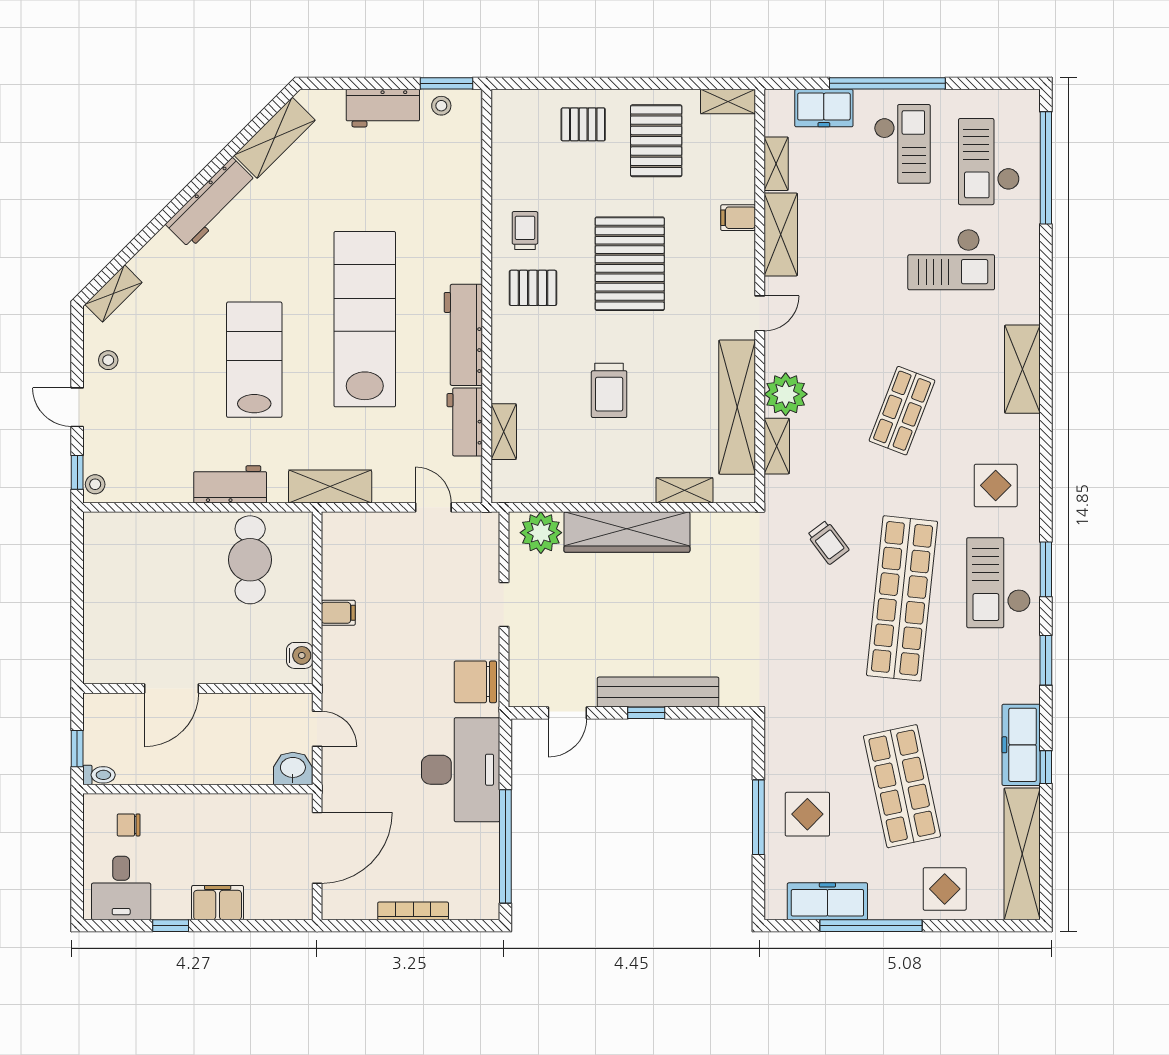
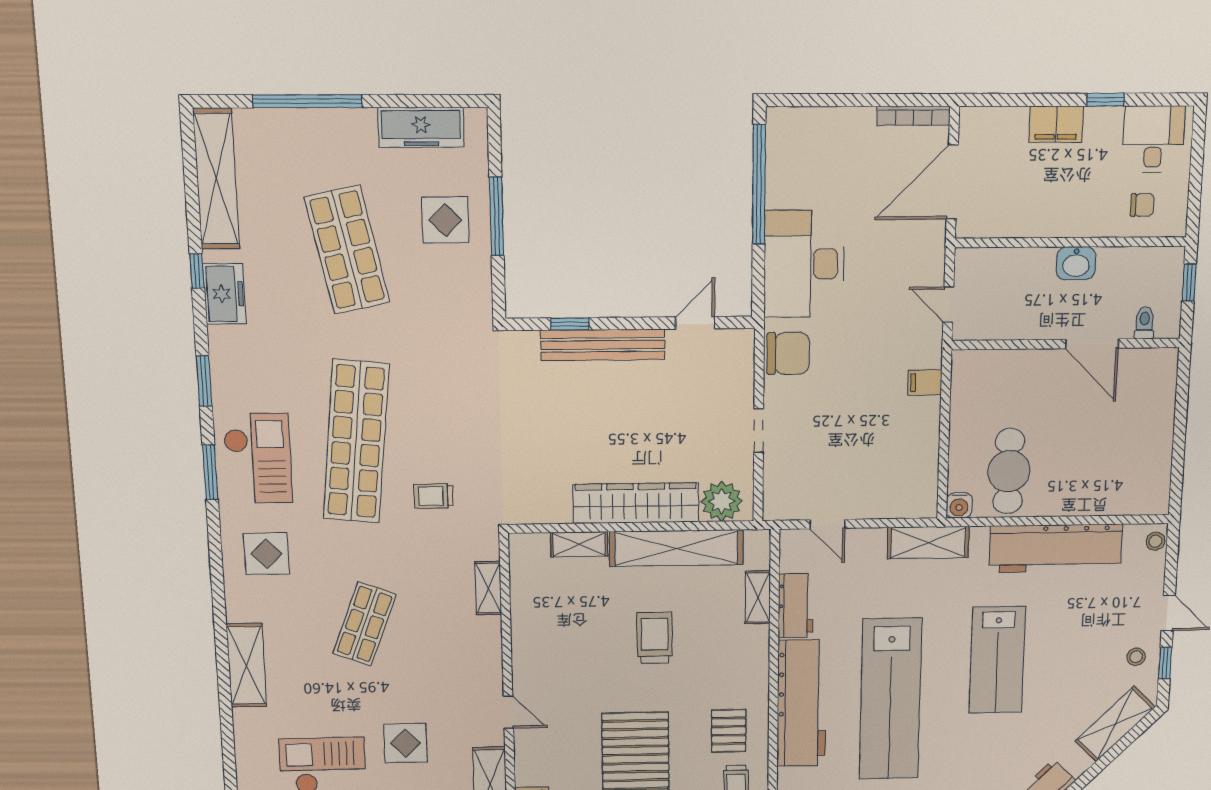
pallet: (533, 288) -> (729, 731), turned 90
shelving: (114, 293) -> (1115, 724), width x1.50, depth x1.33
door: (760, 313) -> (508, 712), swing flipped
workbench: (463, 335) -> (802, 703), width x1.36, depth x1.32
plant: (786, 394) -> (481, 637), removed
shelving: (737, 407) -> (676, 548), moved, turned 90
window: (77, 472) -> (1165, 663), moved
workbench: (230, 484) -> (1056, 548), width x1.88, depth x1.32
trolley: (828, 542) -> (434, 496), turned -53
filing cabinet: (338, 613) -> (925, 383), moved
water cooler: (300, 655) -> (959, 505), moved, turned -90
door: (171, 688) -> (1092, 344), swing flipped
window: (646, 713) -> (570, 324), moved
freezer: (1021, 745) -> (224, 294), width x0.71
washbasin: (293, 768) -> (1076, 263), moved
toilet: (99, 775) -> (1145, 323), moved, turned 90
display table: (945, 889) -> (405, 743), moved
bookcase: (413, 911) -> (914, 116), moved
window: (871, 926) -> (307, 101), moved

